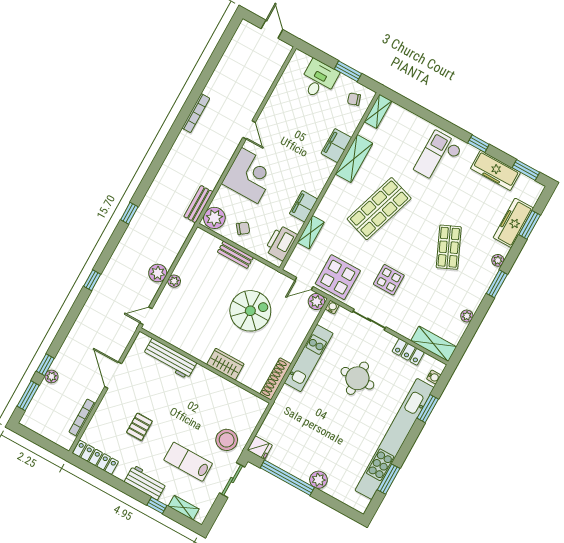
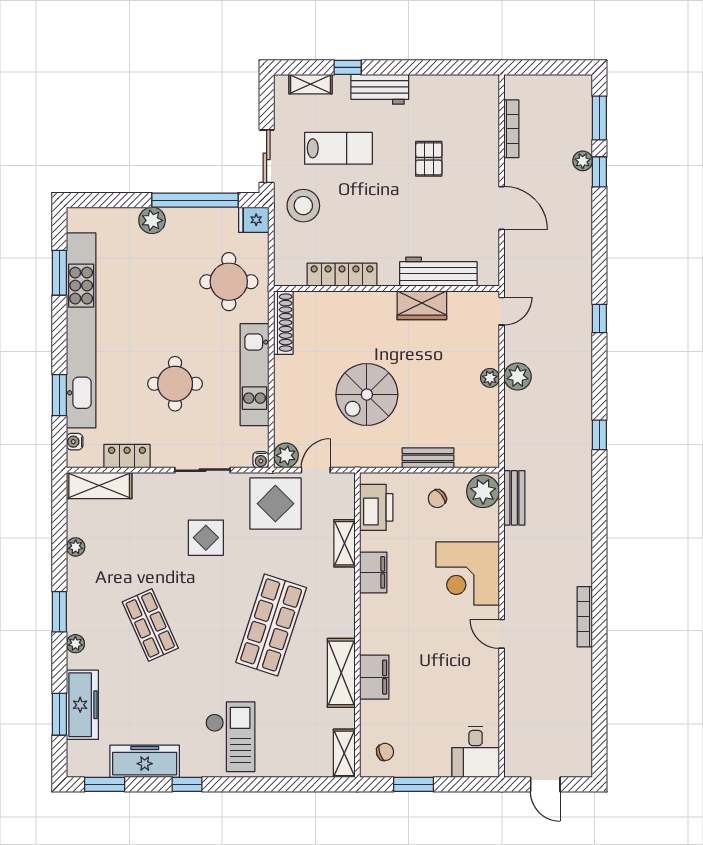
desk: (319, 80) -> (476, 752), moved
wardrobe: (225, 364) -> (422, 305), moved
round table: (294, 420) -> (229, 282), added
locker: (96, 457) -> (342, 275), moved, turned 180

